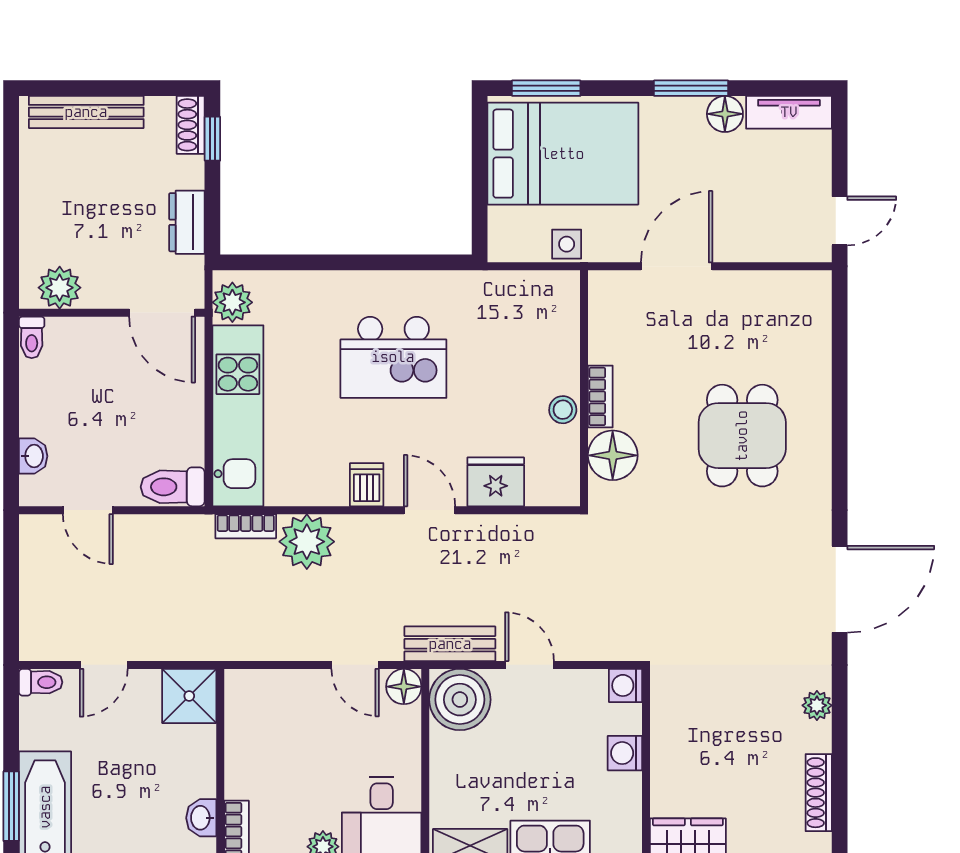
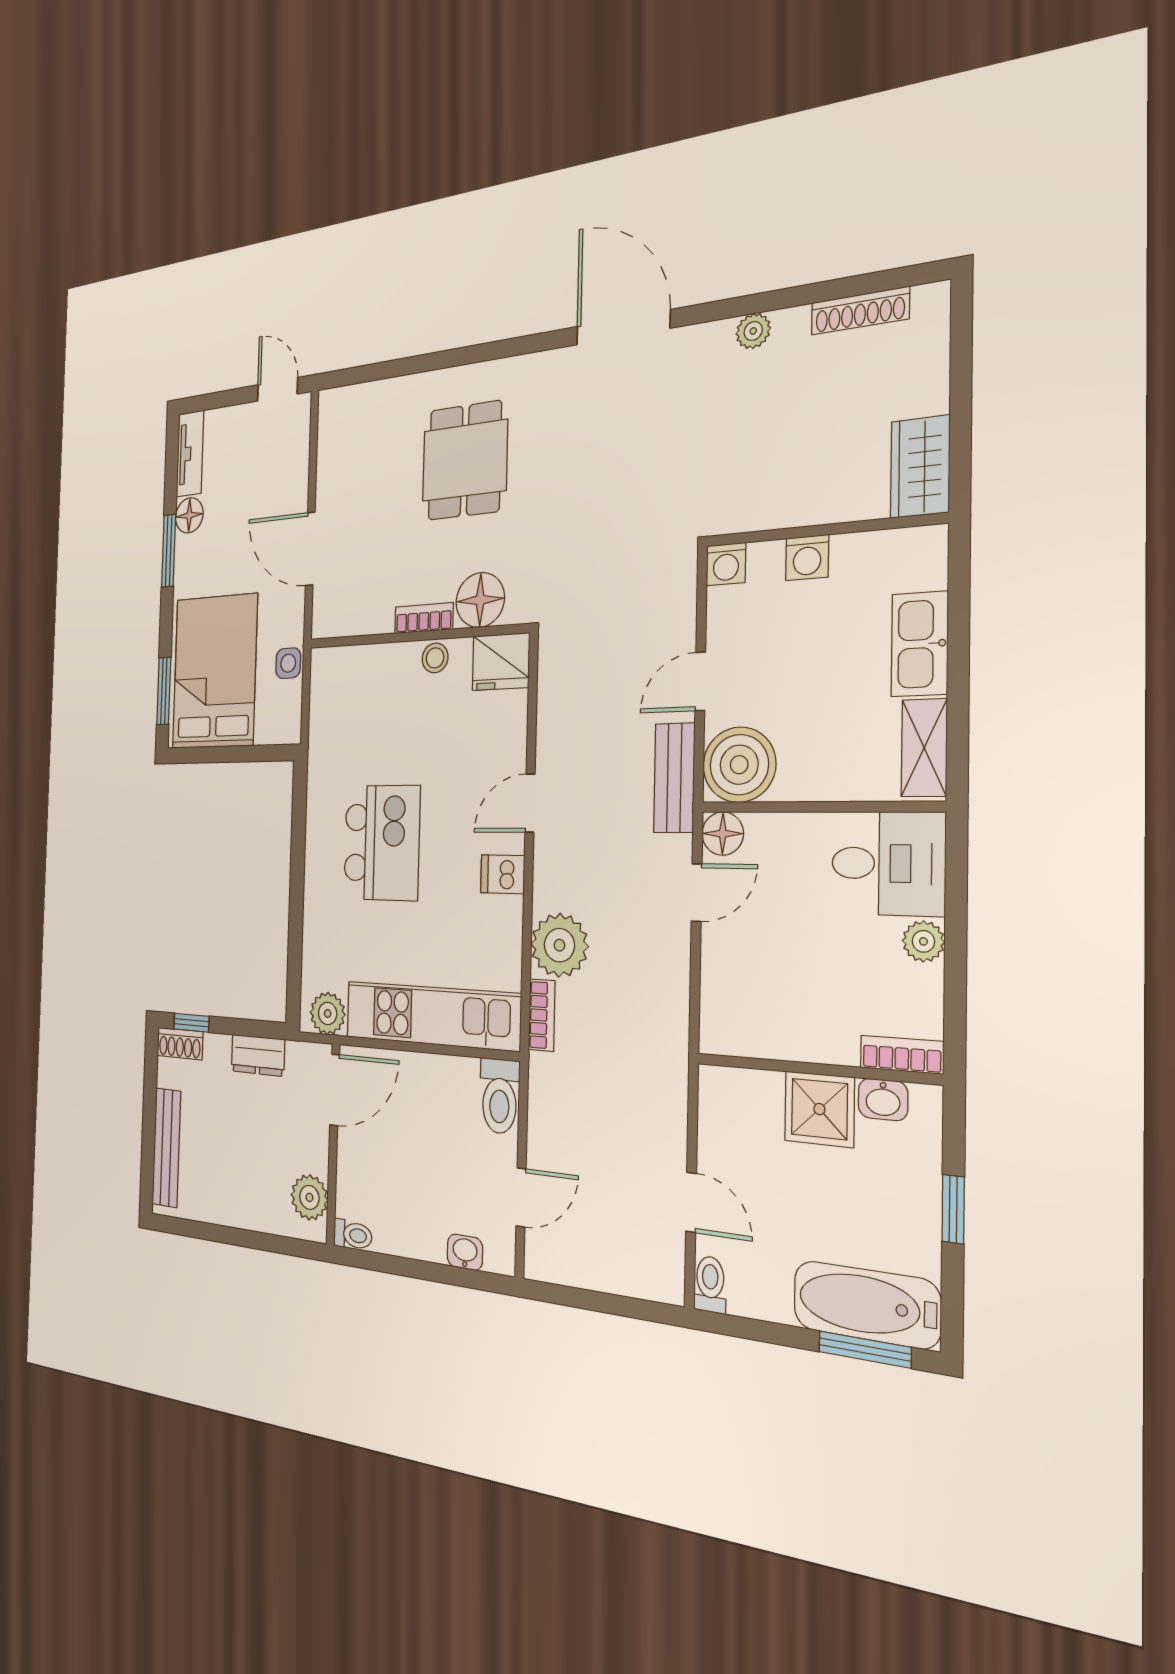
dining table: (742, 436) -> (465, 461), turned 90
fridge: (496, 482) -> (501, 662), moved, turned -90
shower: (189, 696) -> (819, 1109), moved

